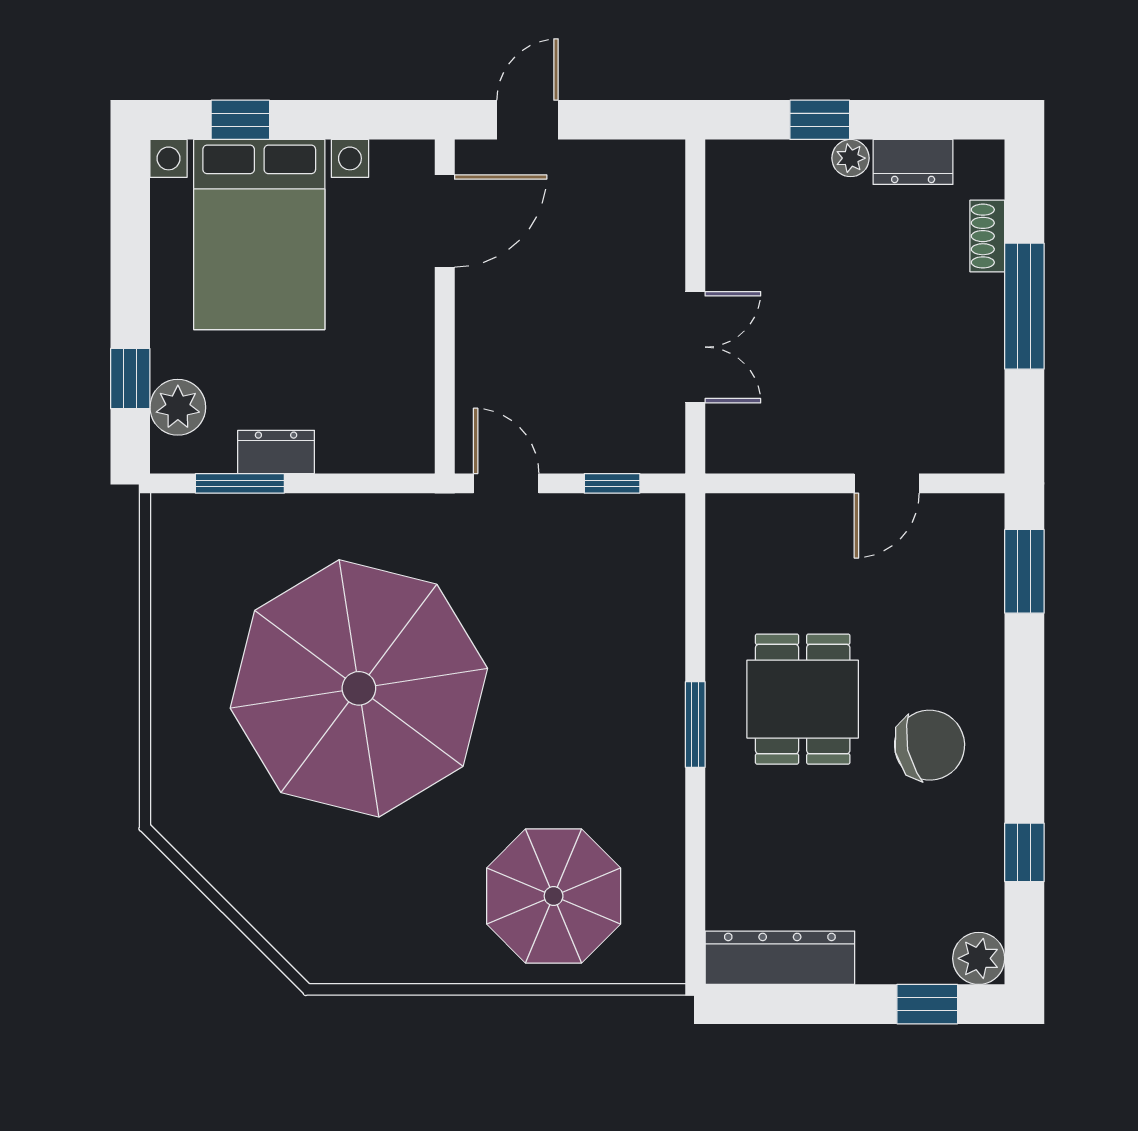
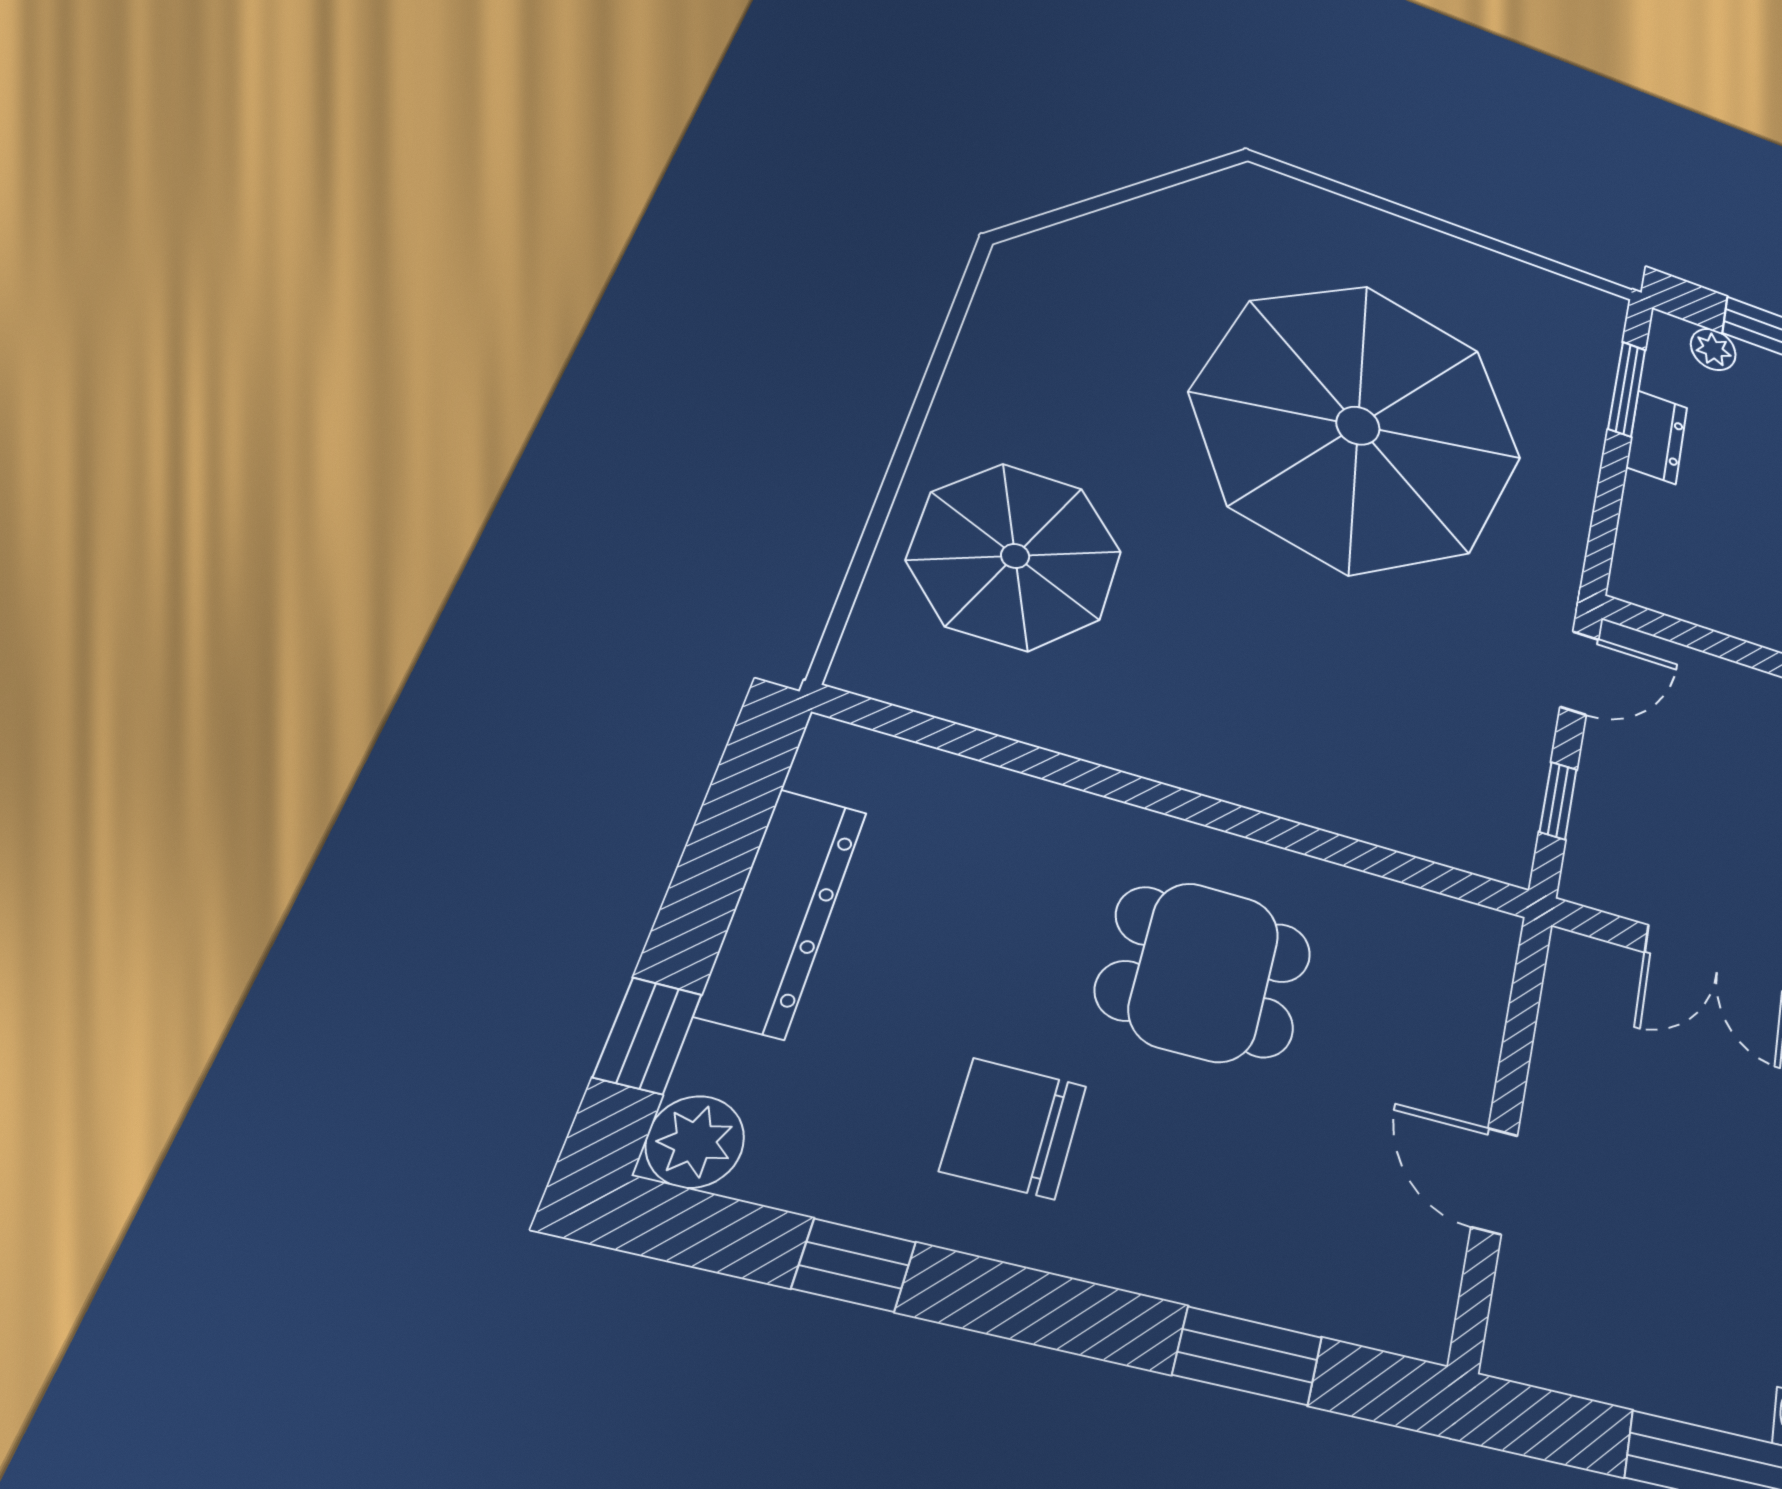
plant: (178, 407) -> (1713, 349), width x0.73, depth x0.73
window: (1024, 571) -> (1248, 1356), moved
window: (695, 725) -> (1206, 811), removed
chair: (930, 745) -> (1014, 1128), moved, turned 102
dresser: (780, 958) -> (782, 912), moved

